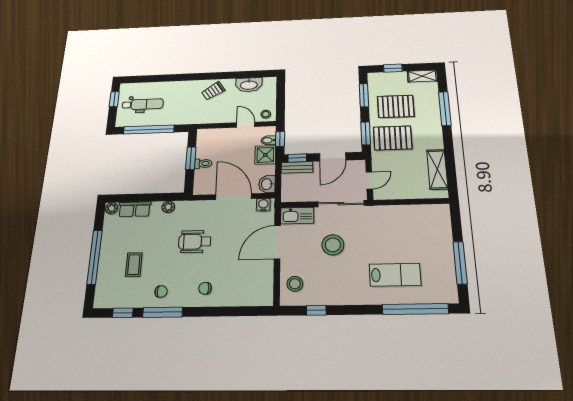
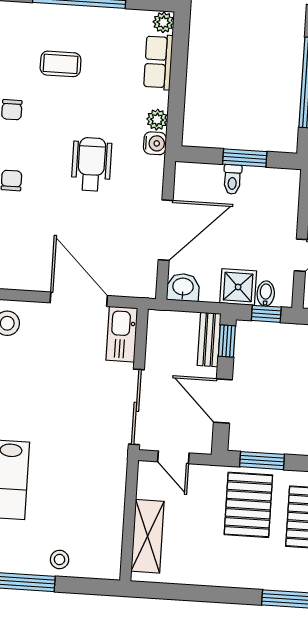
shelving: (437, 169) -> (148, 536), moved, turned 90
water cooler: (263, 205) -> (155, 143), moved
stool: (333, 245) -> (60, 560), moved, width x0.53, depth x0.53

